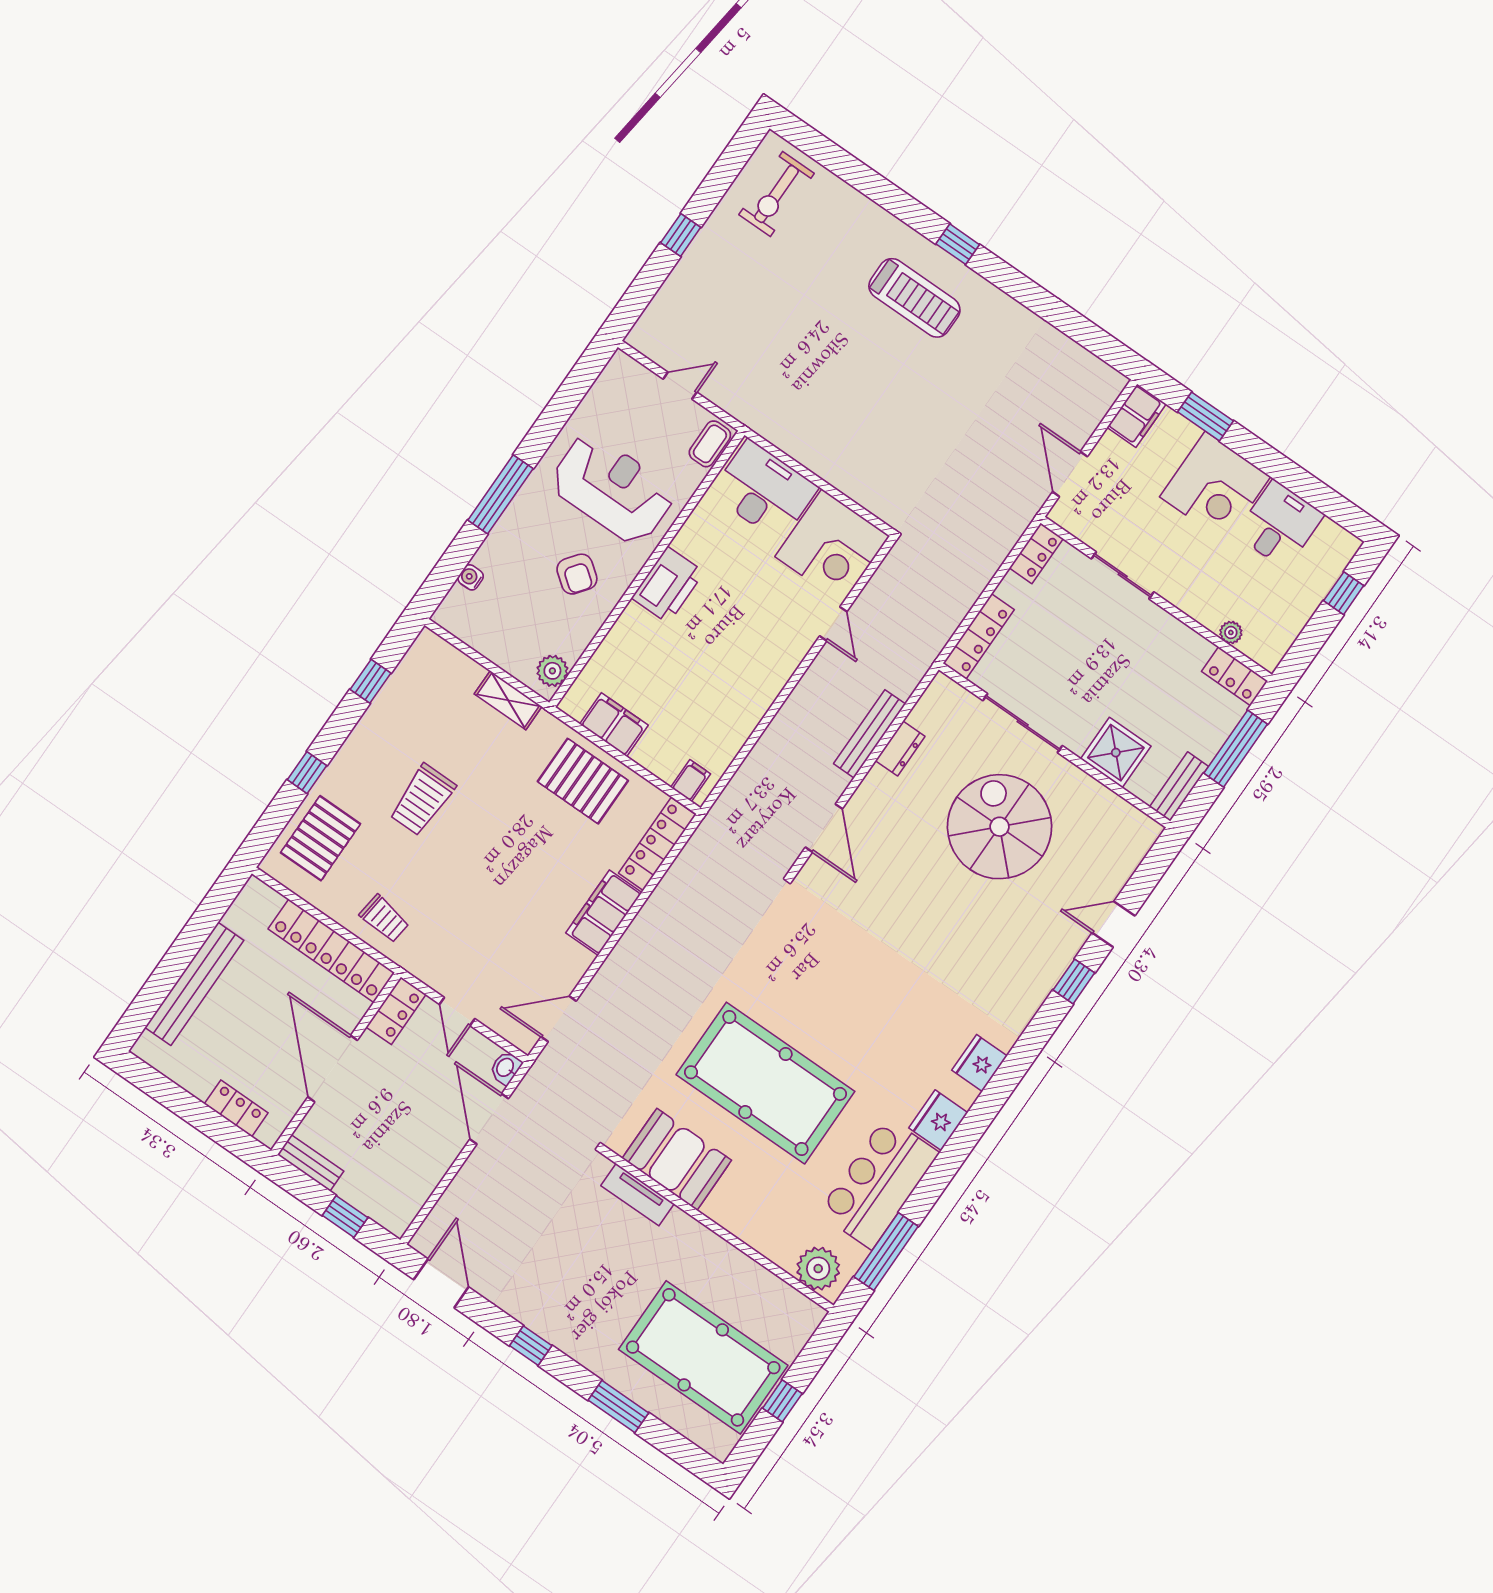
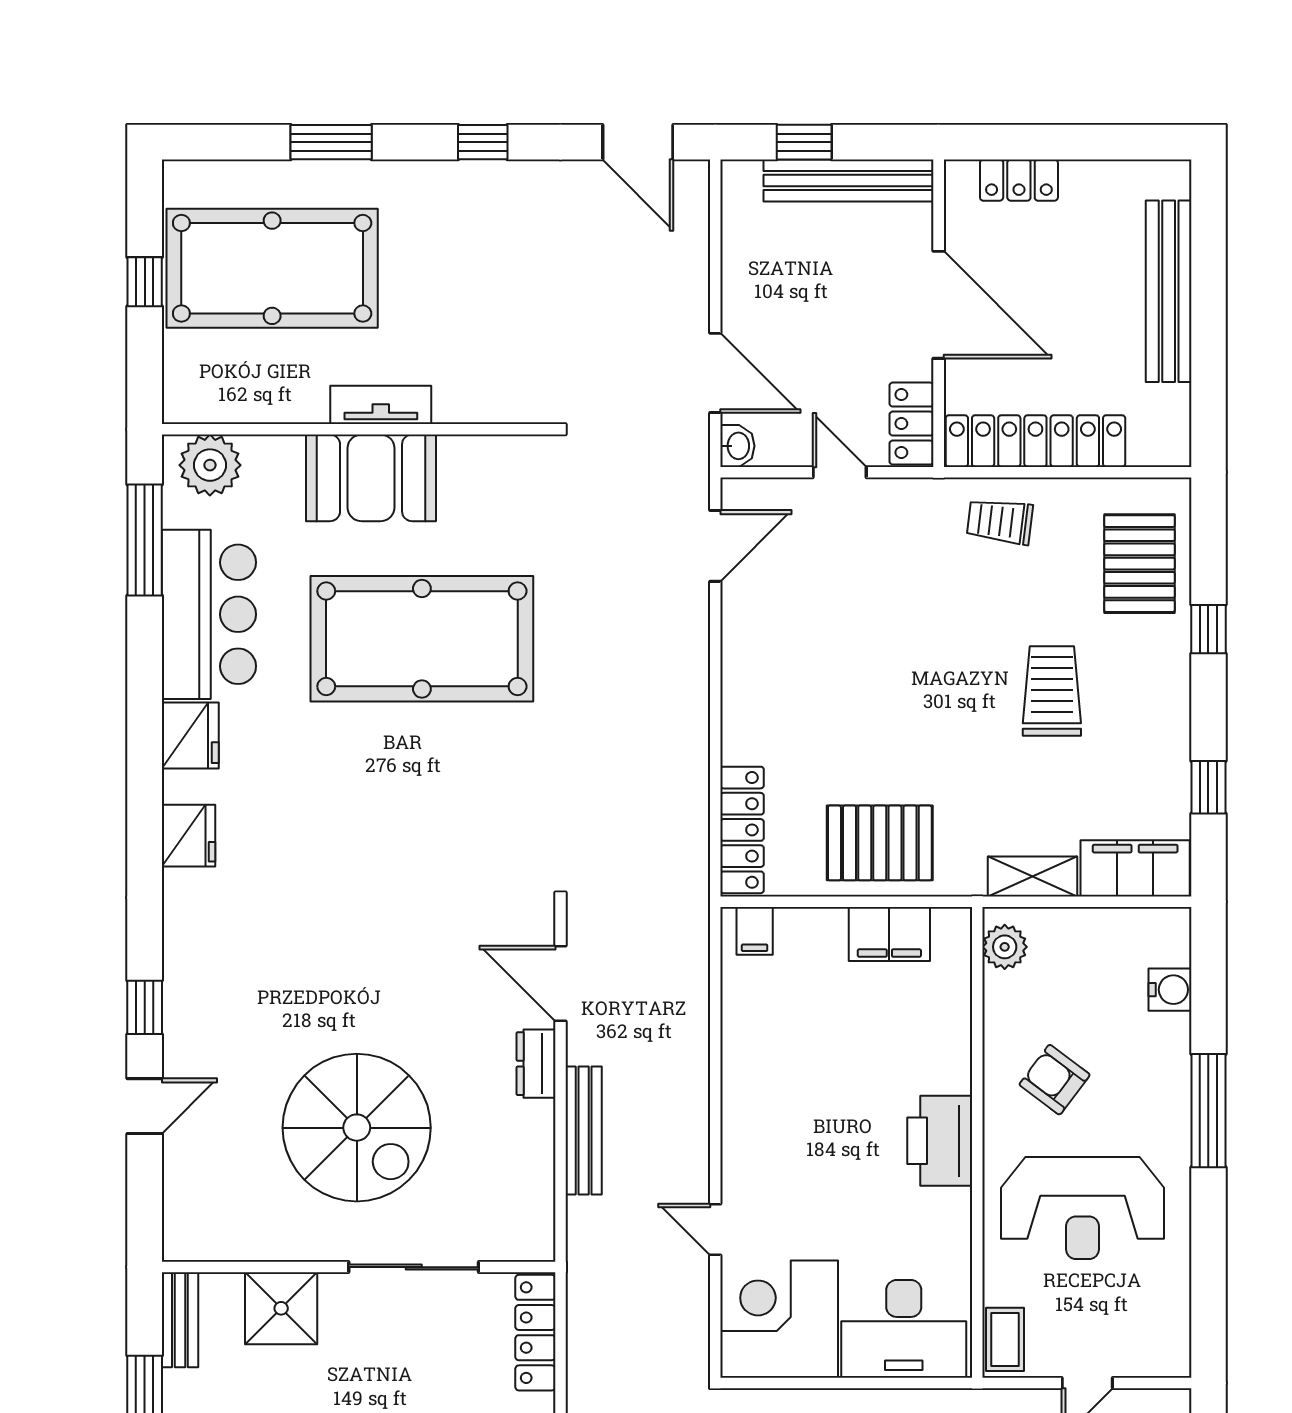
water cooler: (471, 577) -> (1170, 990), width x1.38, depth x1.38
dresser: (900, 749) -> (536, 1064), moved
filing cabinet: (604, 913) -> (1135, 868), moved, turned -90
booth: (677, 1159) -> (371, 478), moved
bench: (311, 1163) -> (849, 180), width x1.86, depth x1.21
tv unit: (638, 1195) -> (381, 405), moved

